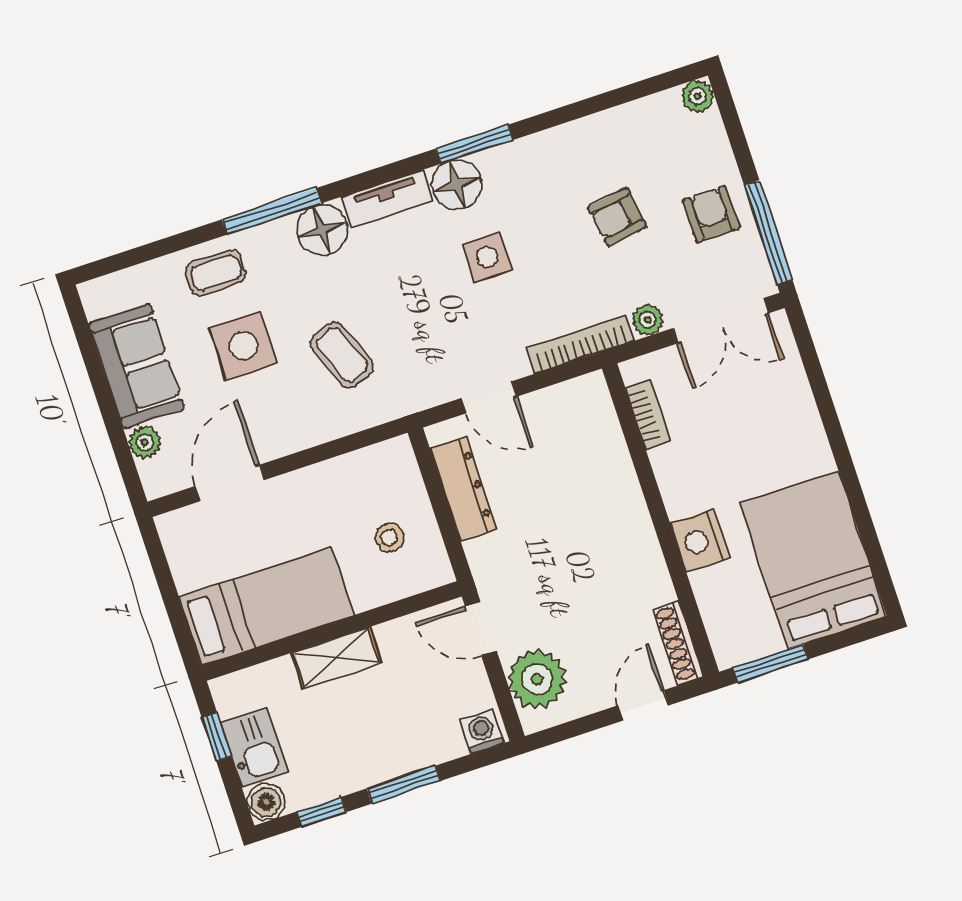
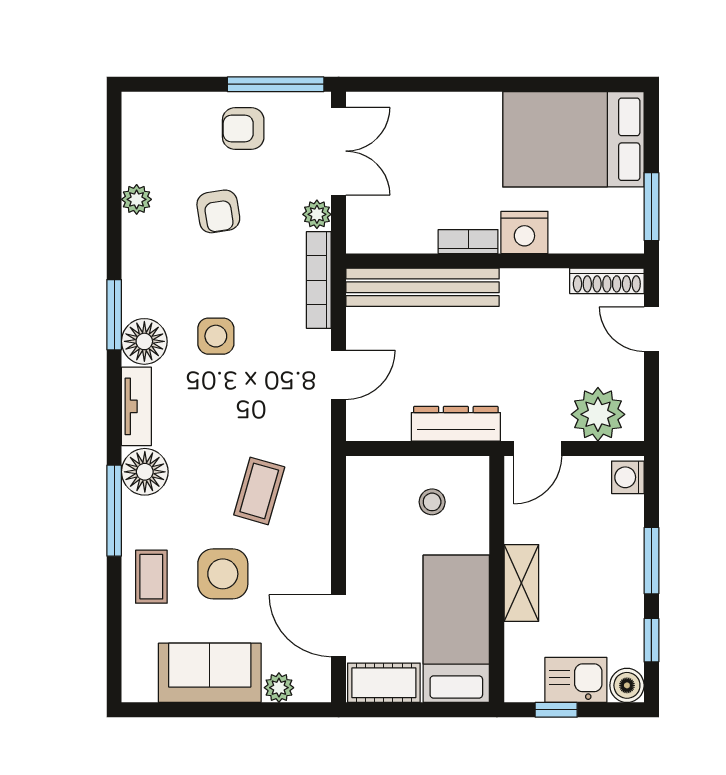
plant: (697, 96) -> (137, 199), moved
coffee table: (342, 355) -> (259, 491), turned -53
bookcase: (648, 415) -> (468, 242), moved
bench: (608, 454) -> (423, 287), added
dresser: (463, 489) -> (456, 424), moved
cot: (186, 550) -> (384, 683), added

